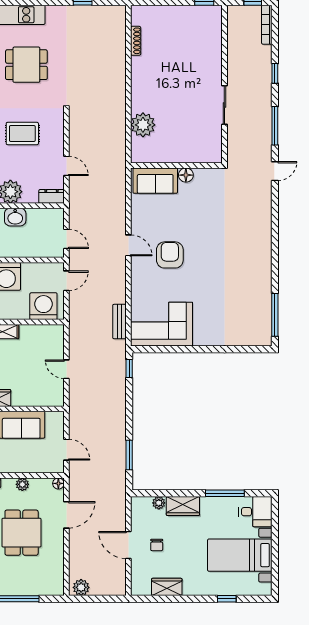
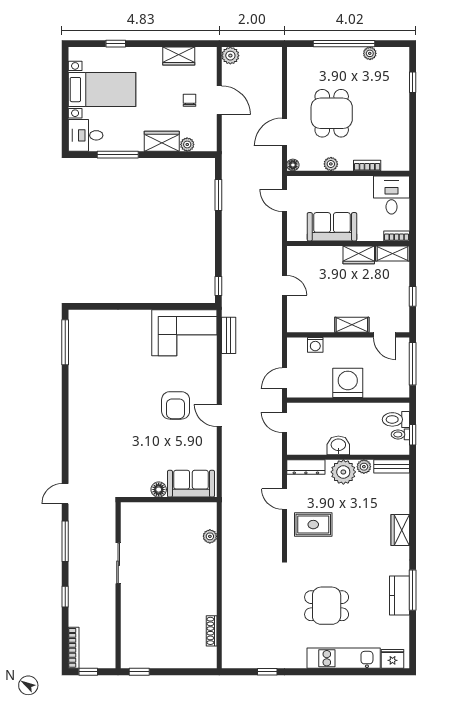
plant: (143, 125) -> (210, 536), width x0.53, depth x0.53
rug: (22, 133) -> (313, 525), moved
dresser: (51, 196) -> (306, 467), width x1.44
washing machine: (43, 306) -> (315, 345), width x0.53, depth x0.53
plant: (81, 587) -> (230, 56), moved

